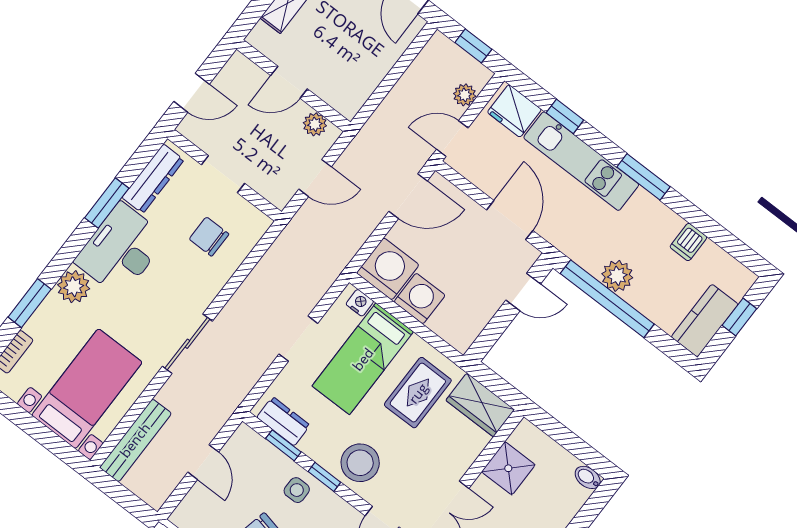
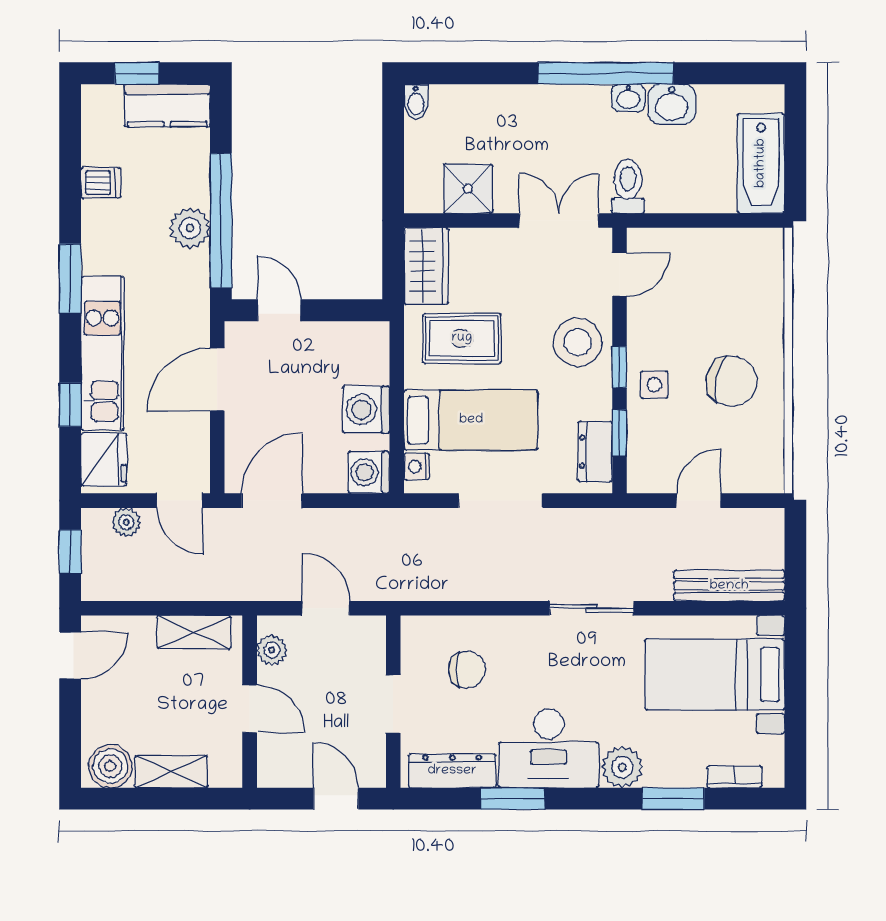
shelving: (364, 84) -> (194, 632), added
door: (408, 196) -> (272, 501), hinge flipped
chair: (209, 237) -> (467, 670), turned -90
washing machine: (388, 269) -> (369, 472), width x0.73, depth x0.73
doorway: (298, 339) -> (501, 501), width x1.38

